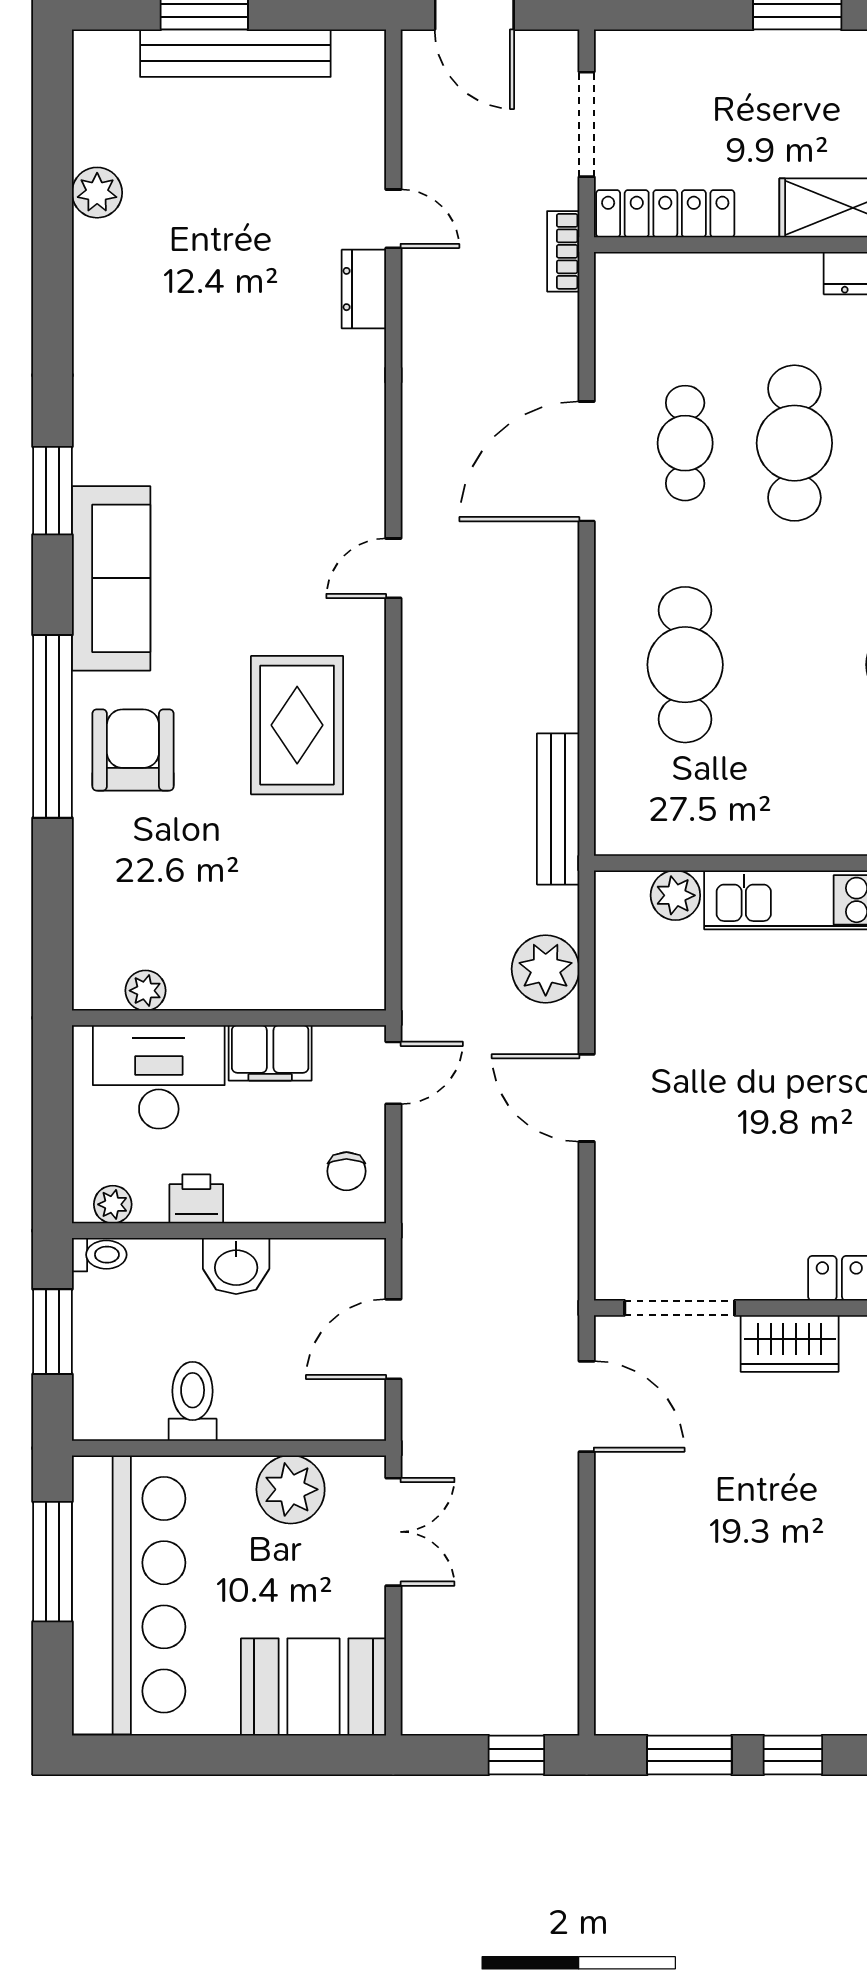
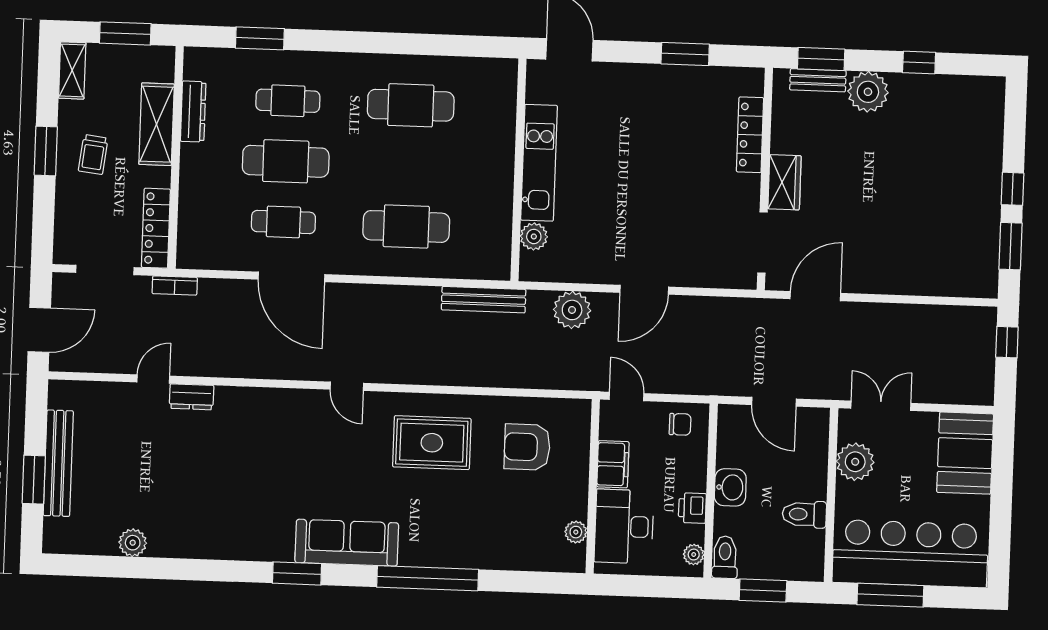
trolley: (794, 96) -> (93, 155), added
armchair: (133, 750) -> (527, 447), moved
toilet: (99, 1255) -> (725, 557), width x1.37, depth x1.39

